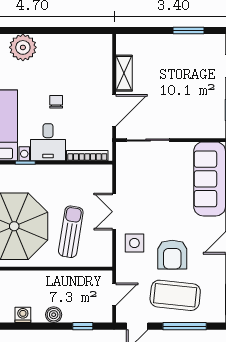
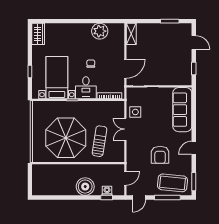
plant: (23, 47) -> (100, 31), moved
shelving: (124, 73) -> (131, 34), moved
side table: (134, 243) -> (135, 112), moved
coffee table: (175, 295) -> (172, 183), moved
washing machine: (23, 315) -> (107, 191), moved
boiler: (54, 315) -> (85, 187), width x1.86, depth x1.86

